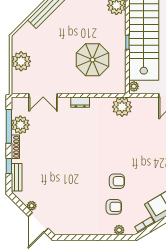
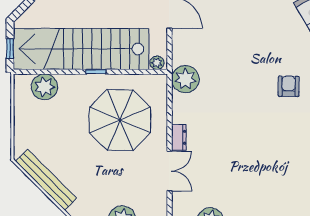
parasol: (93, 60) -> (120, 120), width x1.36, depth x1.36
double door: (43, 95) -> (169, 171), moved

